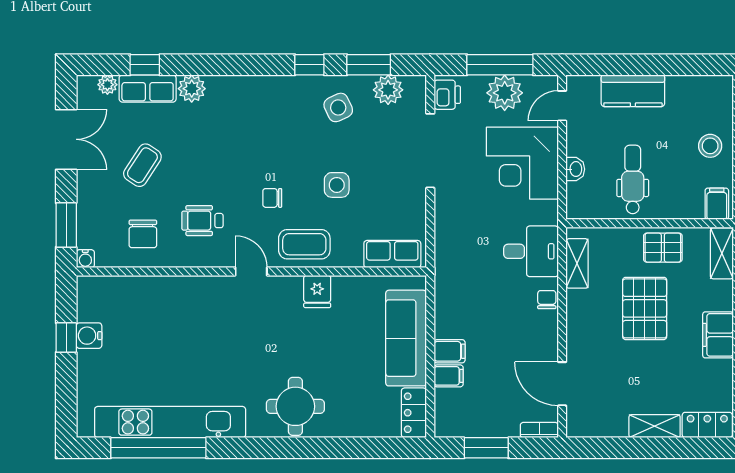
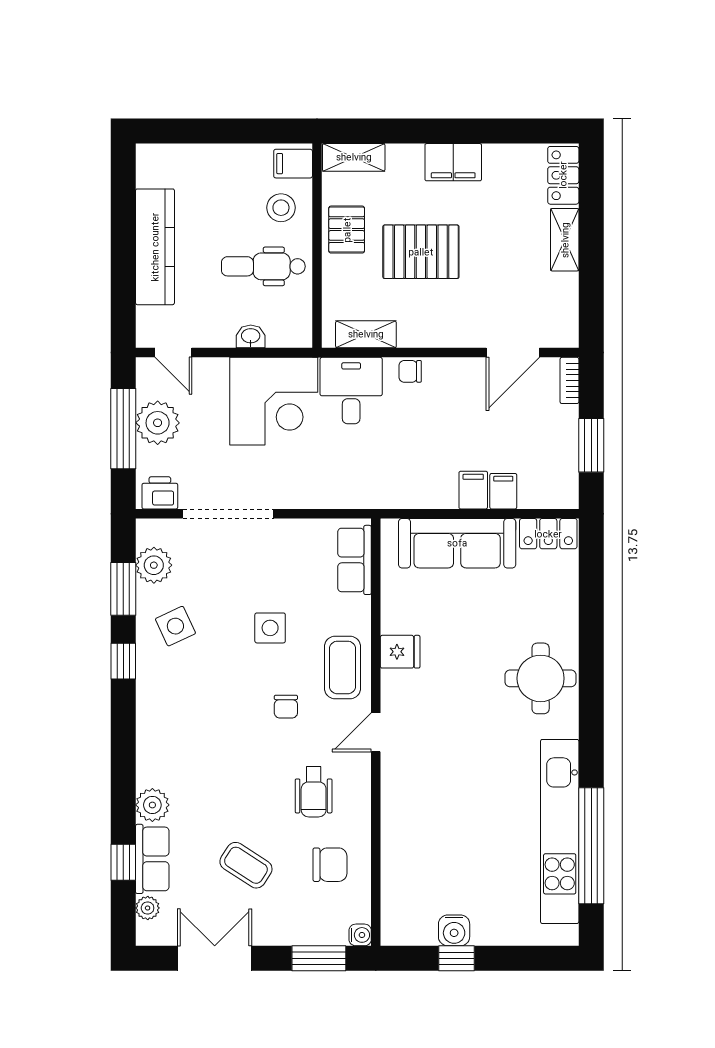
kitchen counter: (633, 91) -> (155, 247), width x1.50
stool: (710, 146) -> (281, 208), moved
corner desk: (522, 163) -> (274, 401), moved

